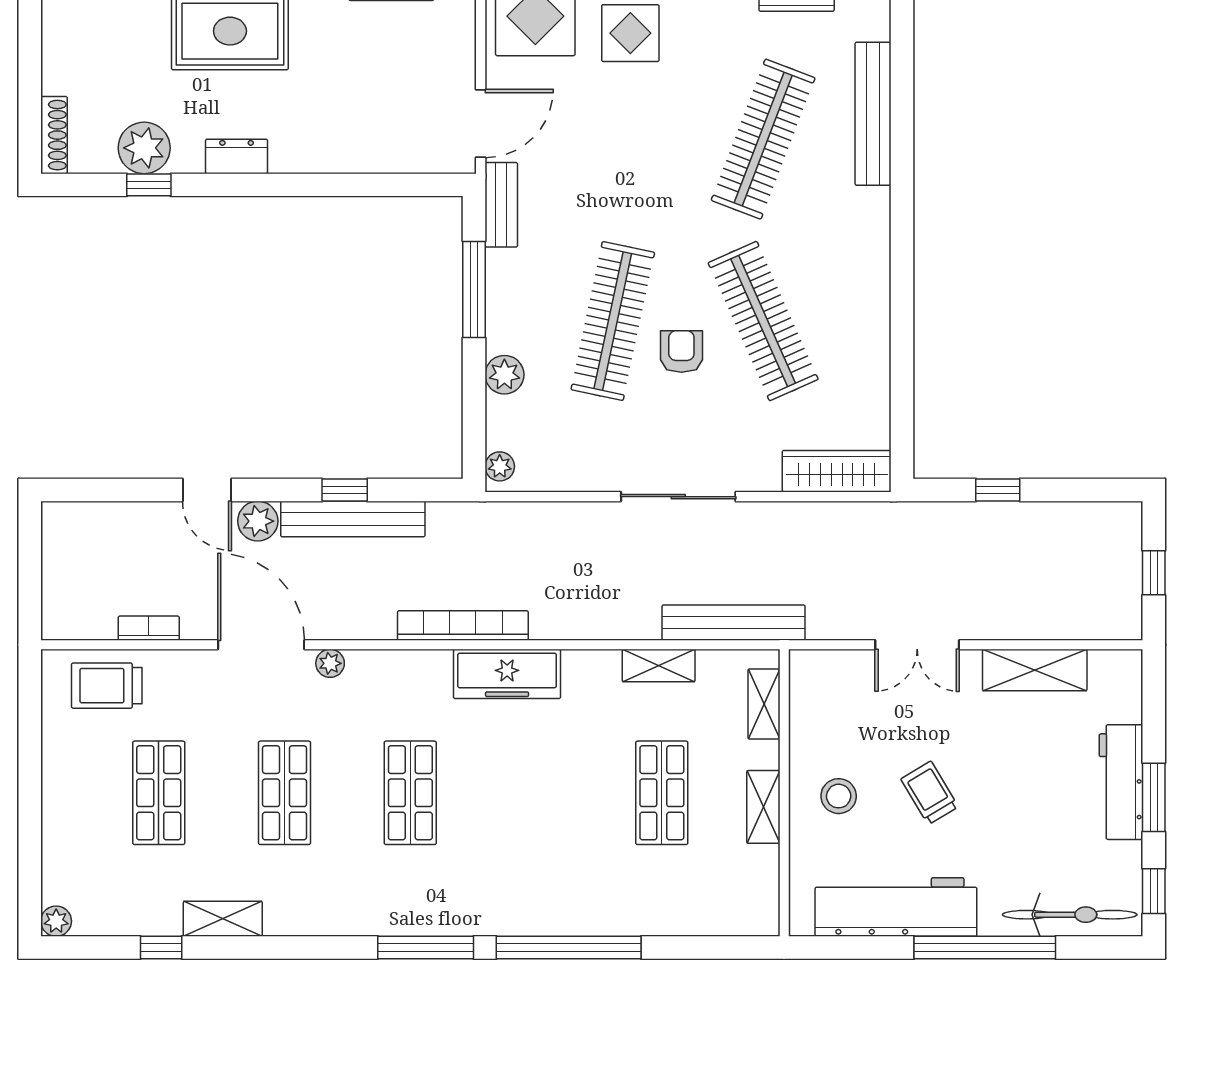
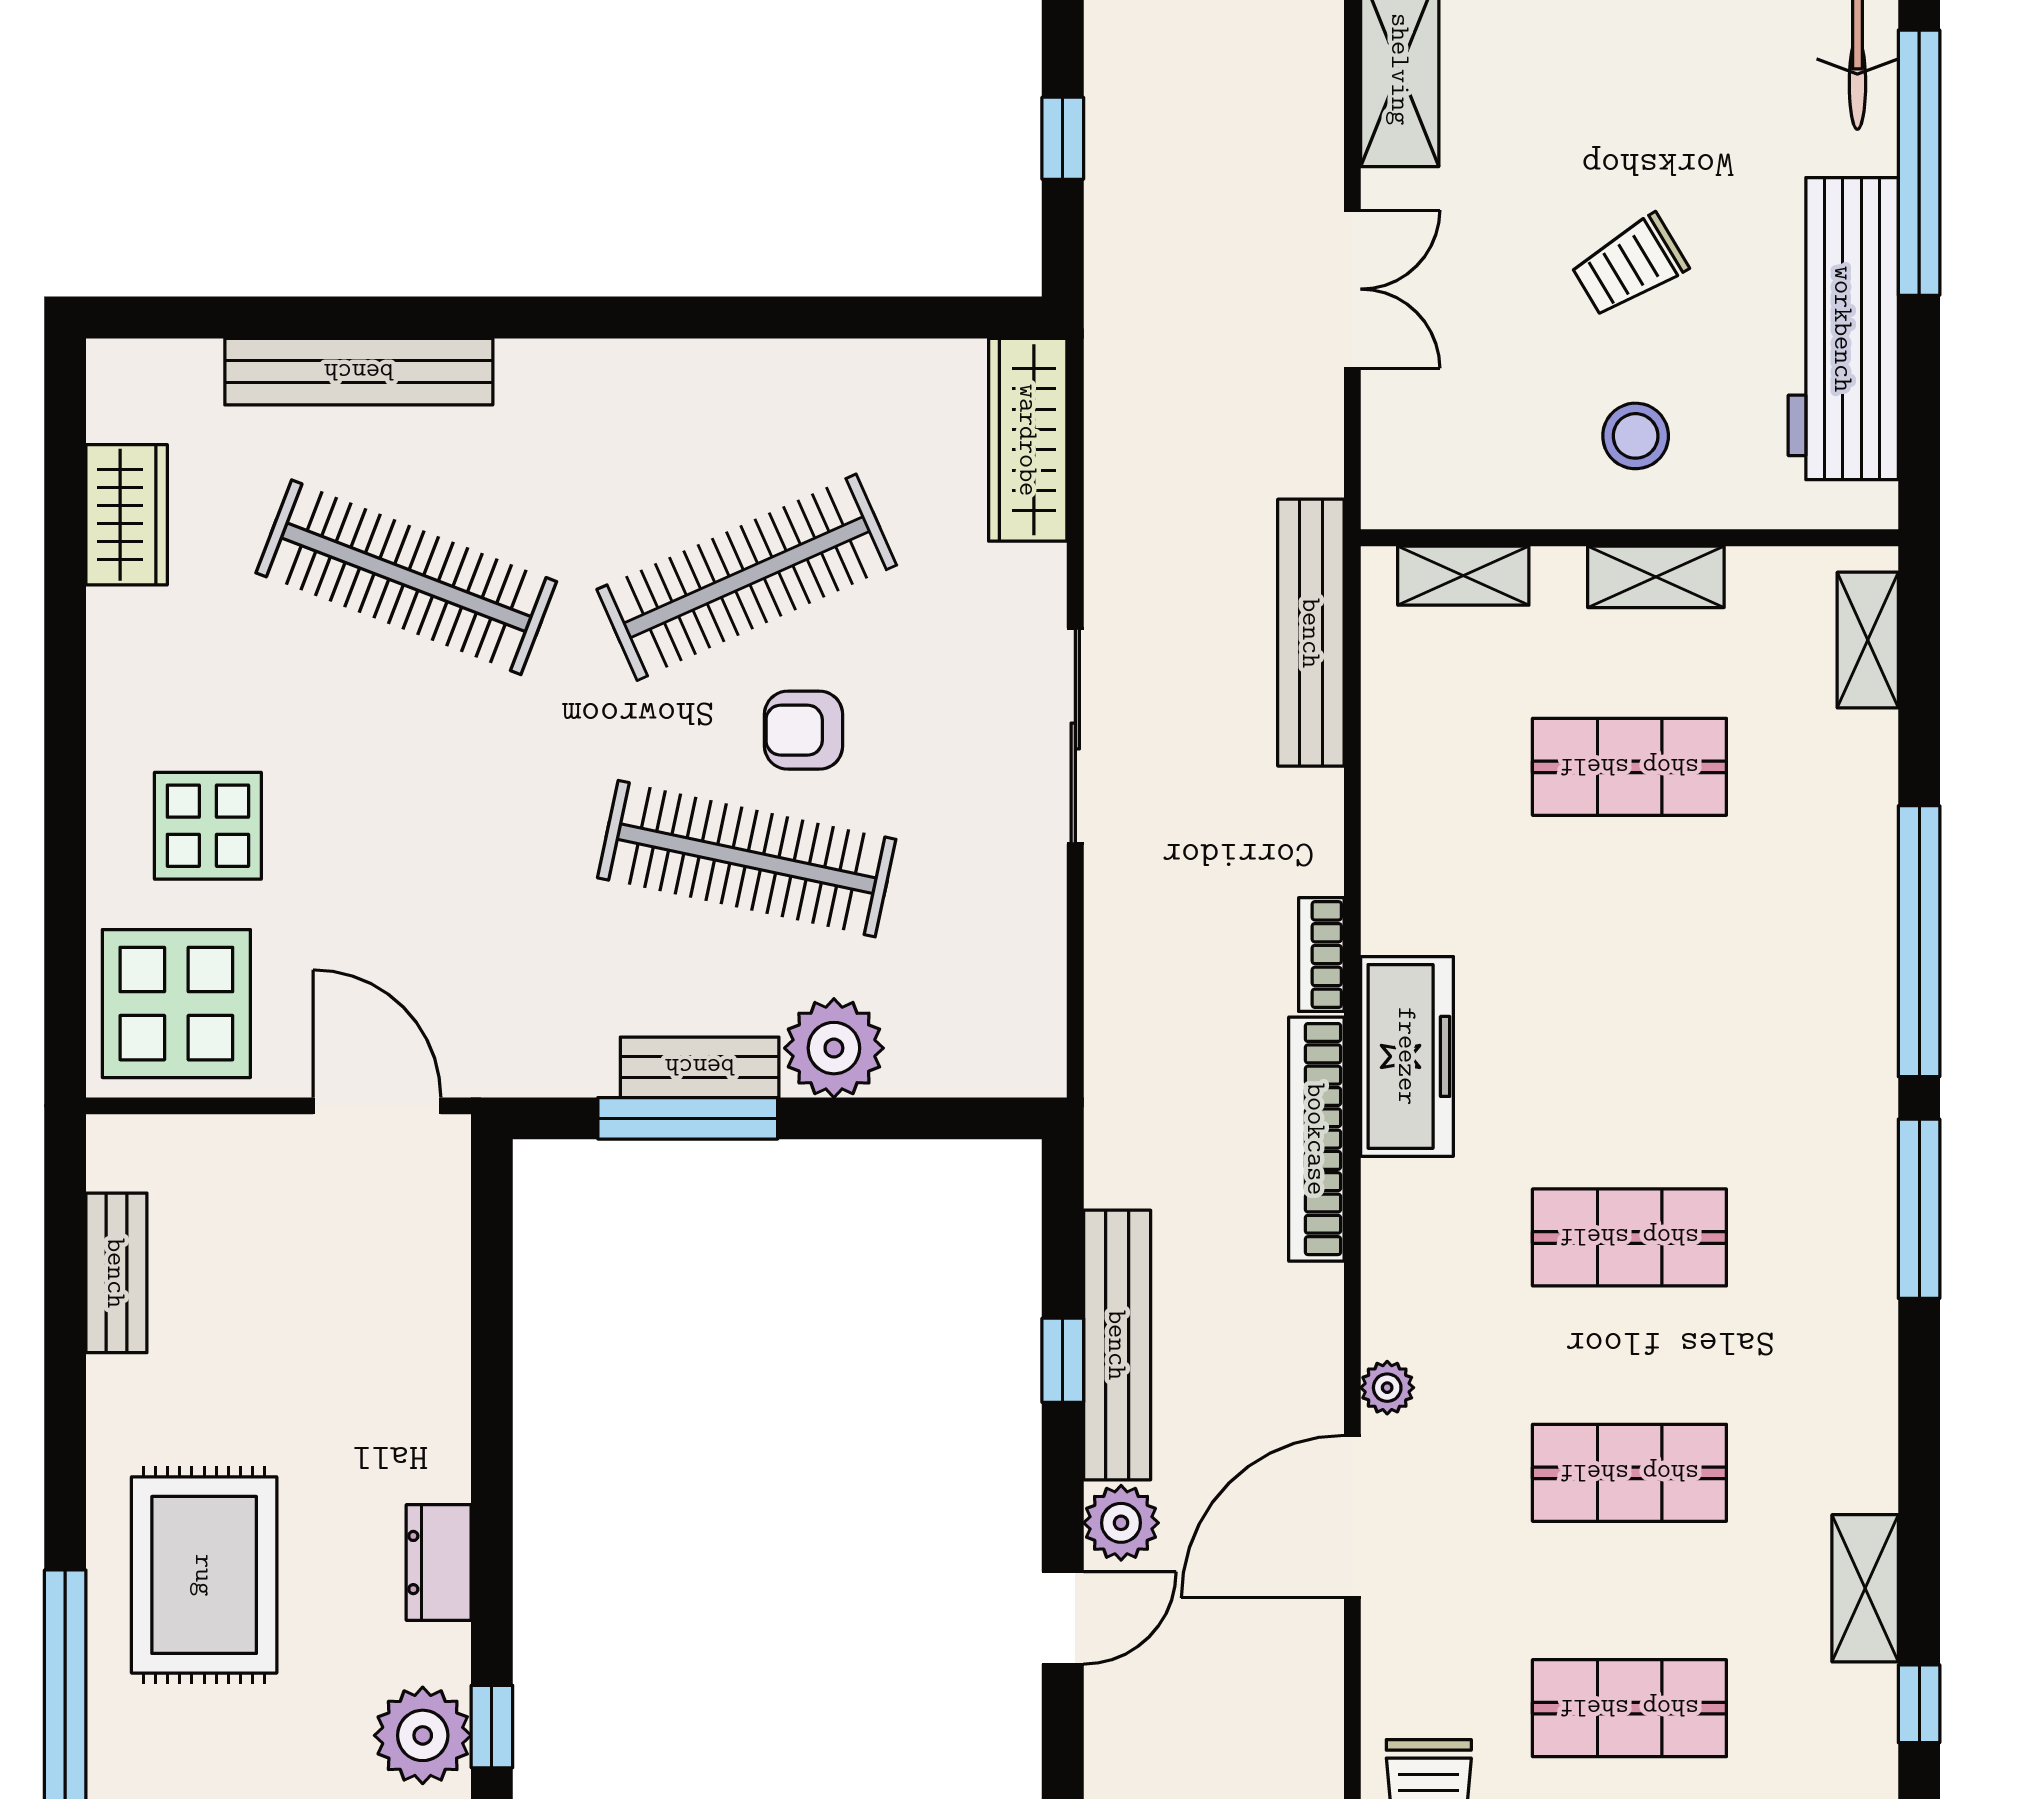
bench: (501, 205) -> (700, 1067), moved
plant: (504, 375) -> (834, 1048), width x1.36, depth x1.36
plant: (500, 466) -> (1019, 1070), removed
bookcase: (149, 628) -> (1321, 955), moved
shelving: (659, 665) -> (1868, 640), moved

